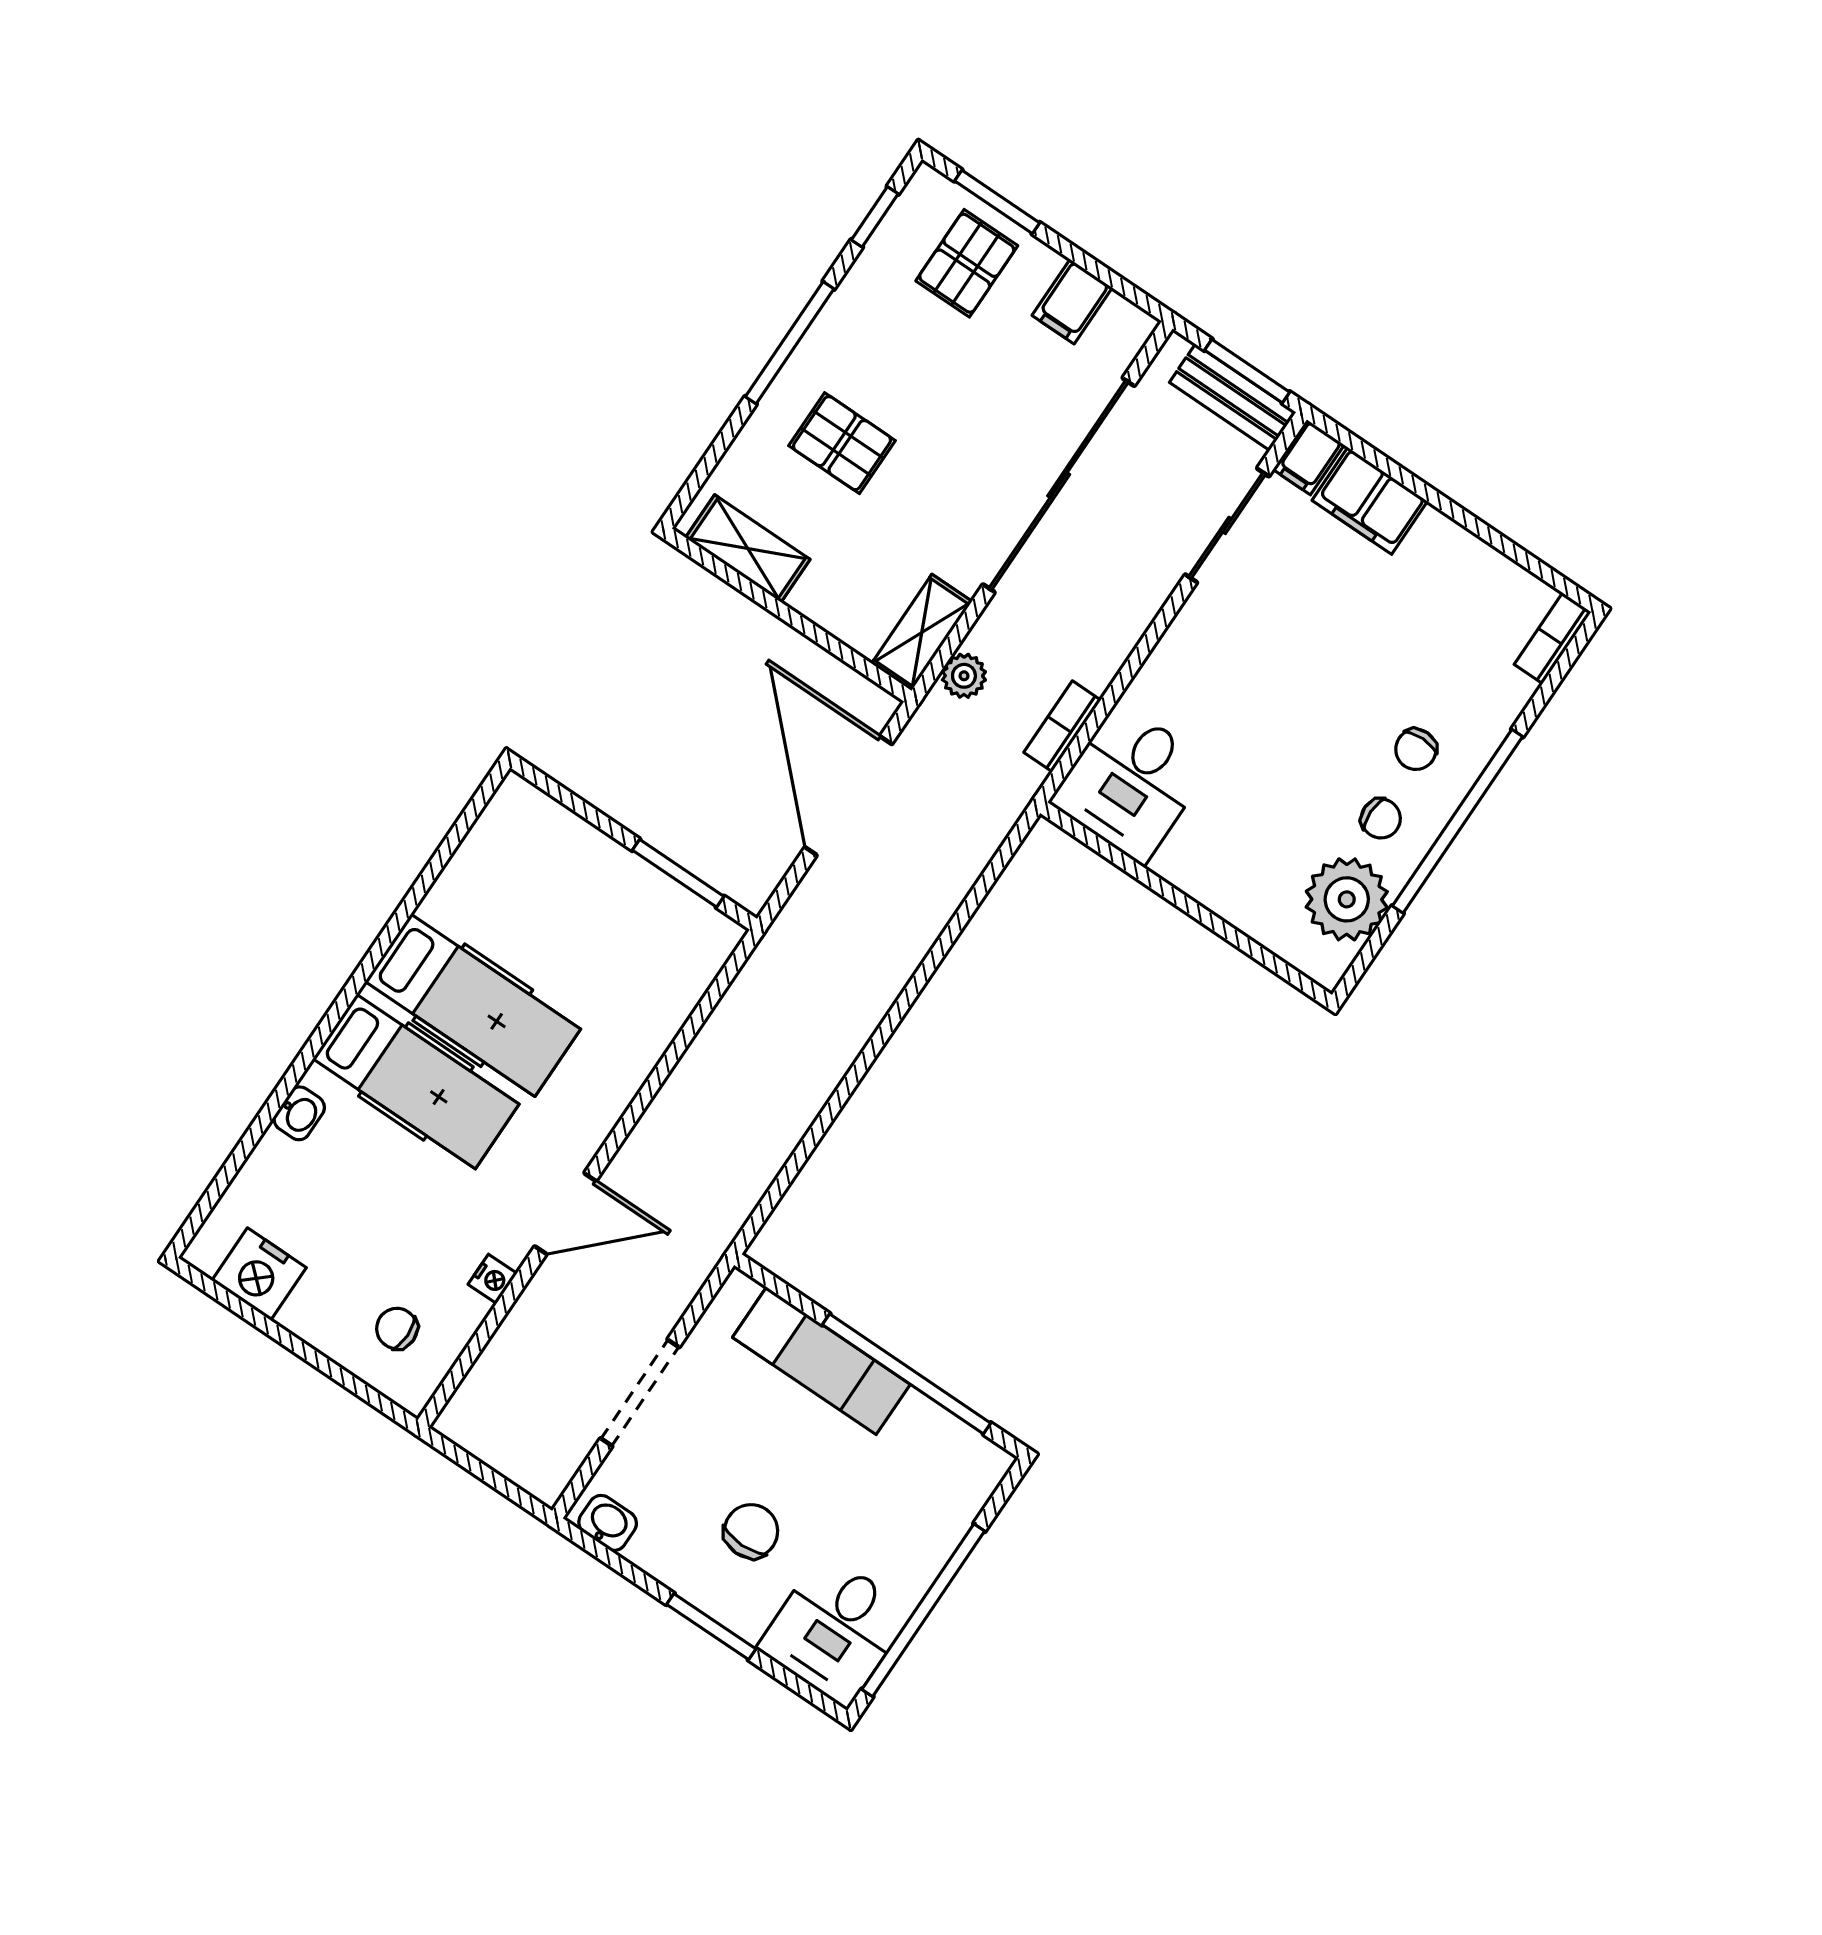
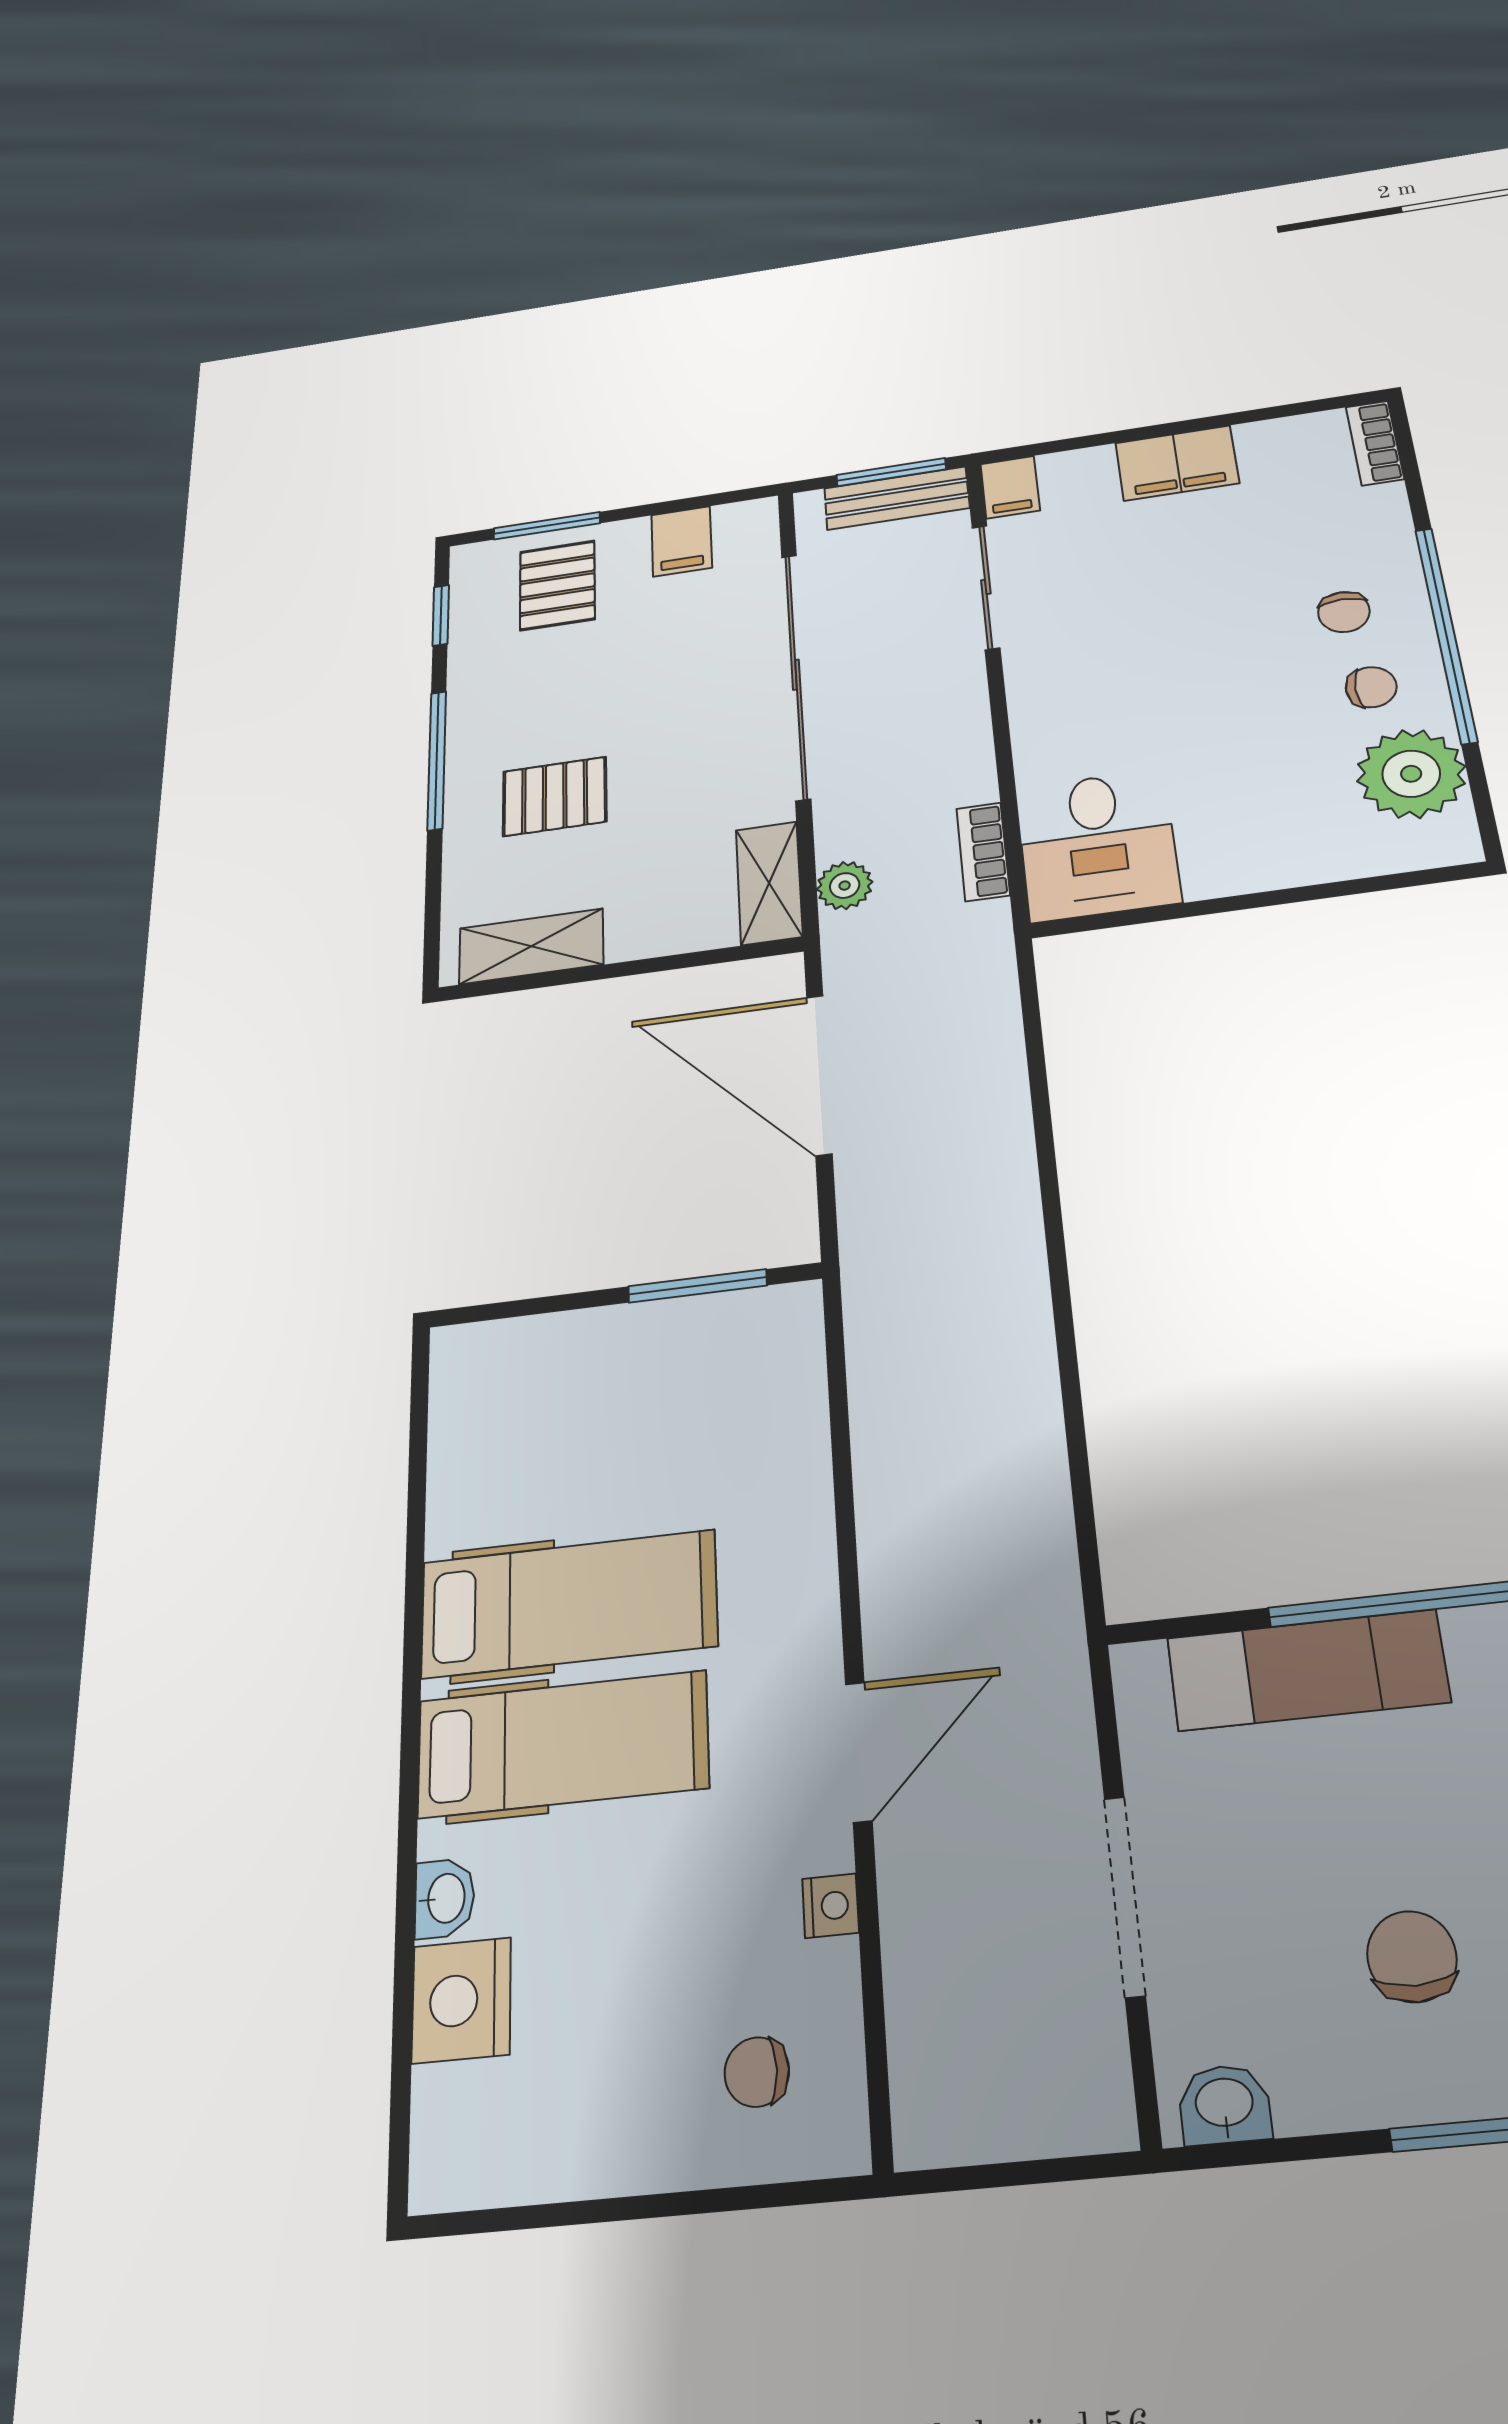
filing cabinet: (1370, 501) -> (1177, 463), moved
nightstand: (259, 1274) -> (461, 2000), moved, turned 90

